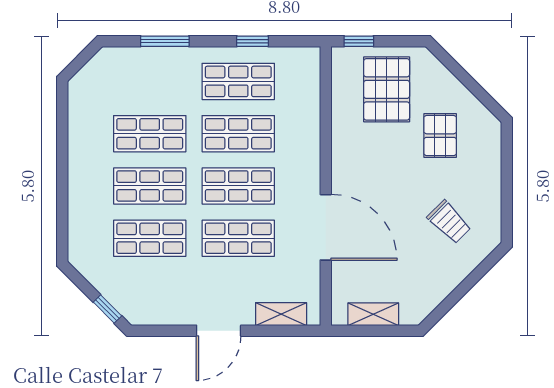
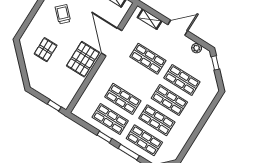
window: (253, 41) -> (104, 137), moved
pallet: (387, 89) -> (83, 59), moved
shop shelf: (238, 186) -> (144, 140), moved
plant: (160, 315) -> (197, 48), added

